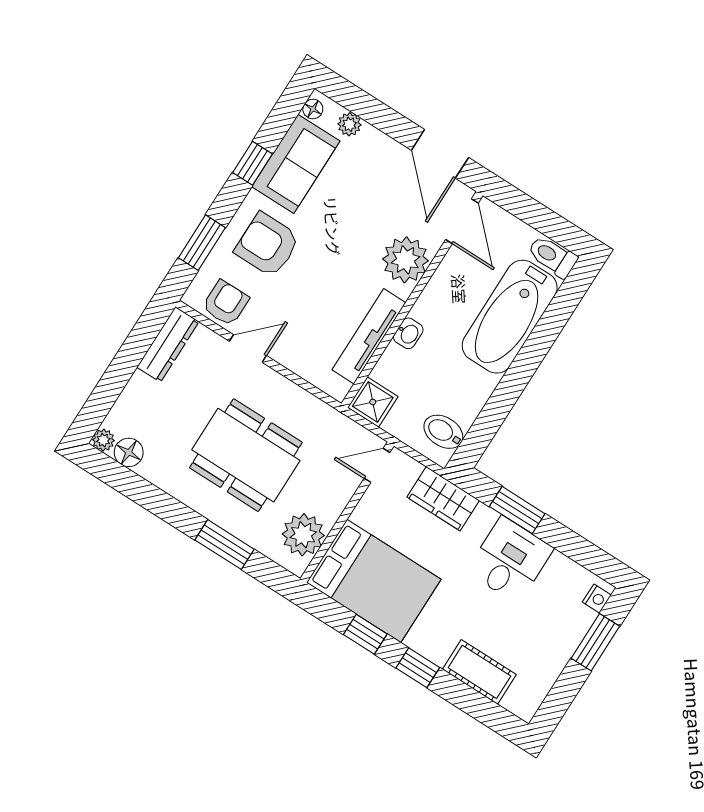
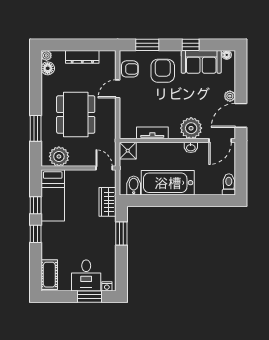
plant: (349, 124) -> (230, 96), moved
bathtub: (510, 317) -> (168, 183), moved
washbasin: (408, 333) -> (191, 147), moved
tv unit: (369, 336) -> (152, 133), width x0.71
dresser: (168, 344) -> (82, 57), moved
door: (248, 348) -> (118, 89), swing flipped
desk: (510, 560) -> (86, 275), moved, turned 90
bed: (374, 581) -> (53, 195), width x0.67
cot: (479, 672) -> (49, 275), moved

